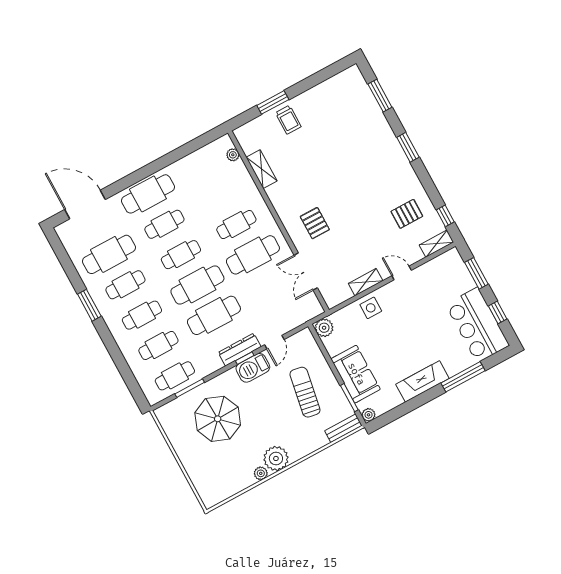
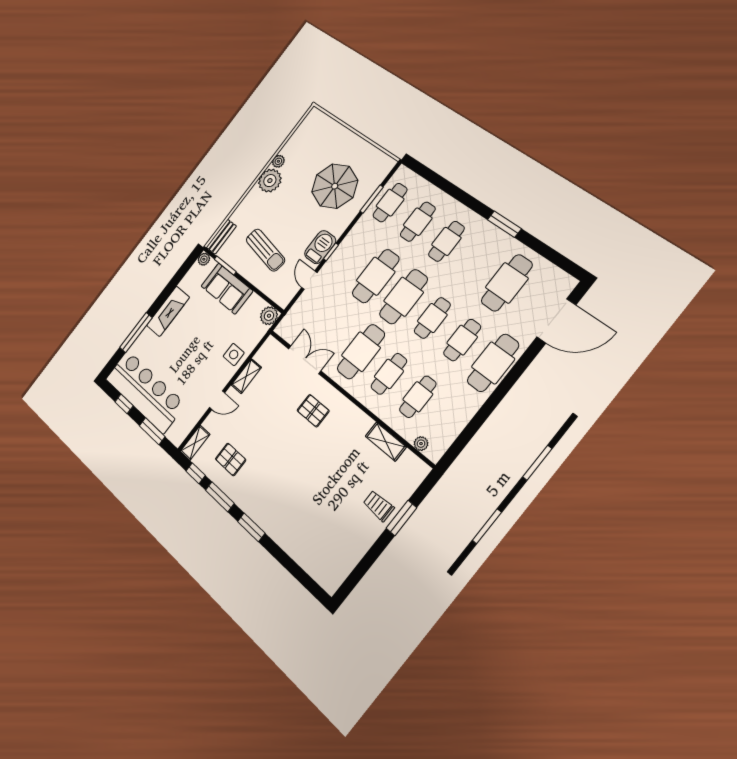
window: (380, 96) -> (220, 497), moved
pallet: (407, 214) -> (231, 459), turned 90
cafe table: (125, 285) -> (418, 397), moved
bar counter: (477, 325) -> (145, 392), width x1.36
dresser: (240, 350) -> (339, 257), removed

